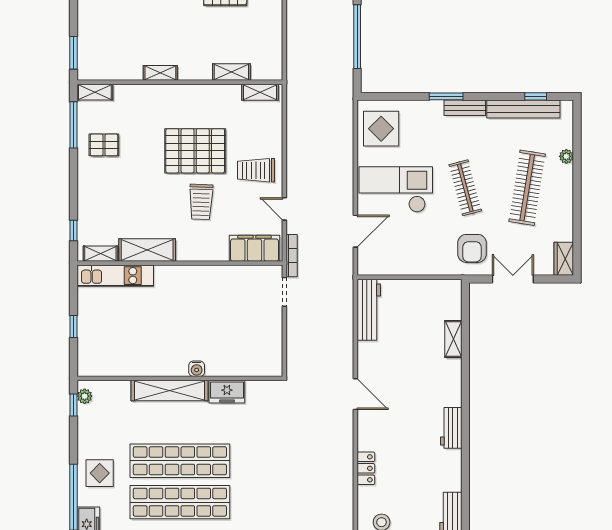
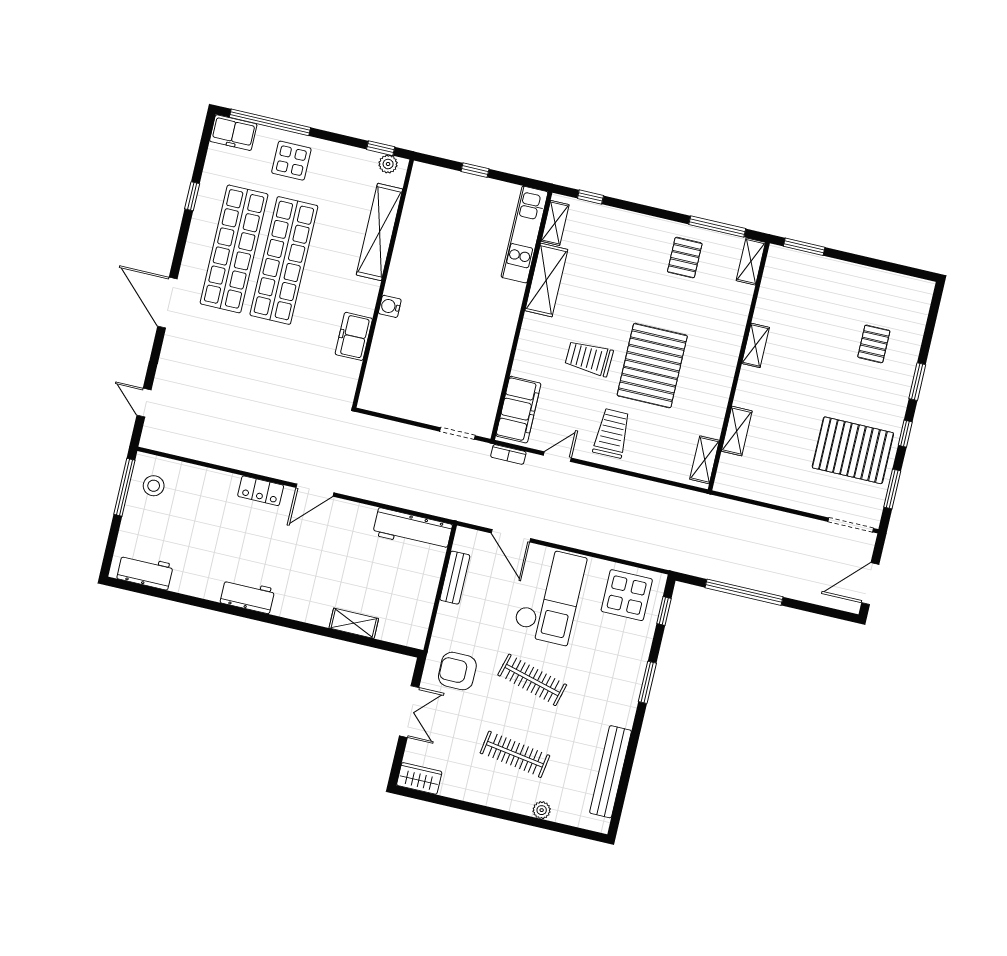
window: (536, 96) -> (664, 611), moved
bench: (465, 108) -> (455, 578), moved
clothes rail: (465, 188) -> (532, 680), turned 30
clothes rail: (527, 188) -> (515, 754), width x0.73, depth x0.76
bookcase: (292, 256) -> (508, 454), width x0.64
shelving: (169, 391) -> (379, 232), moved
locker: (366, 468) -> (261, 491), moved

